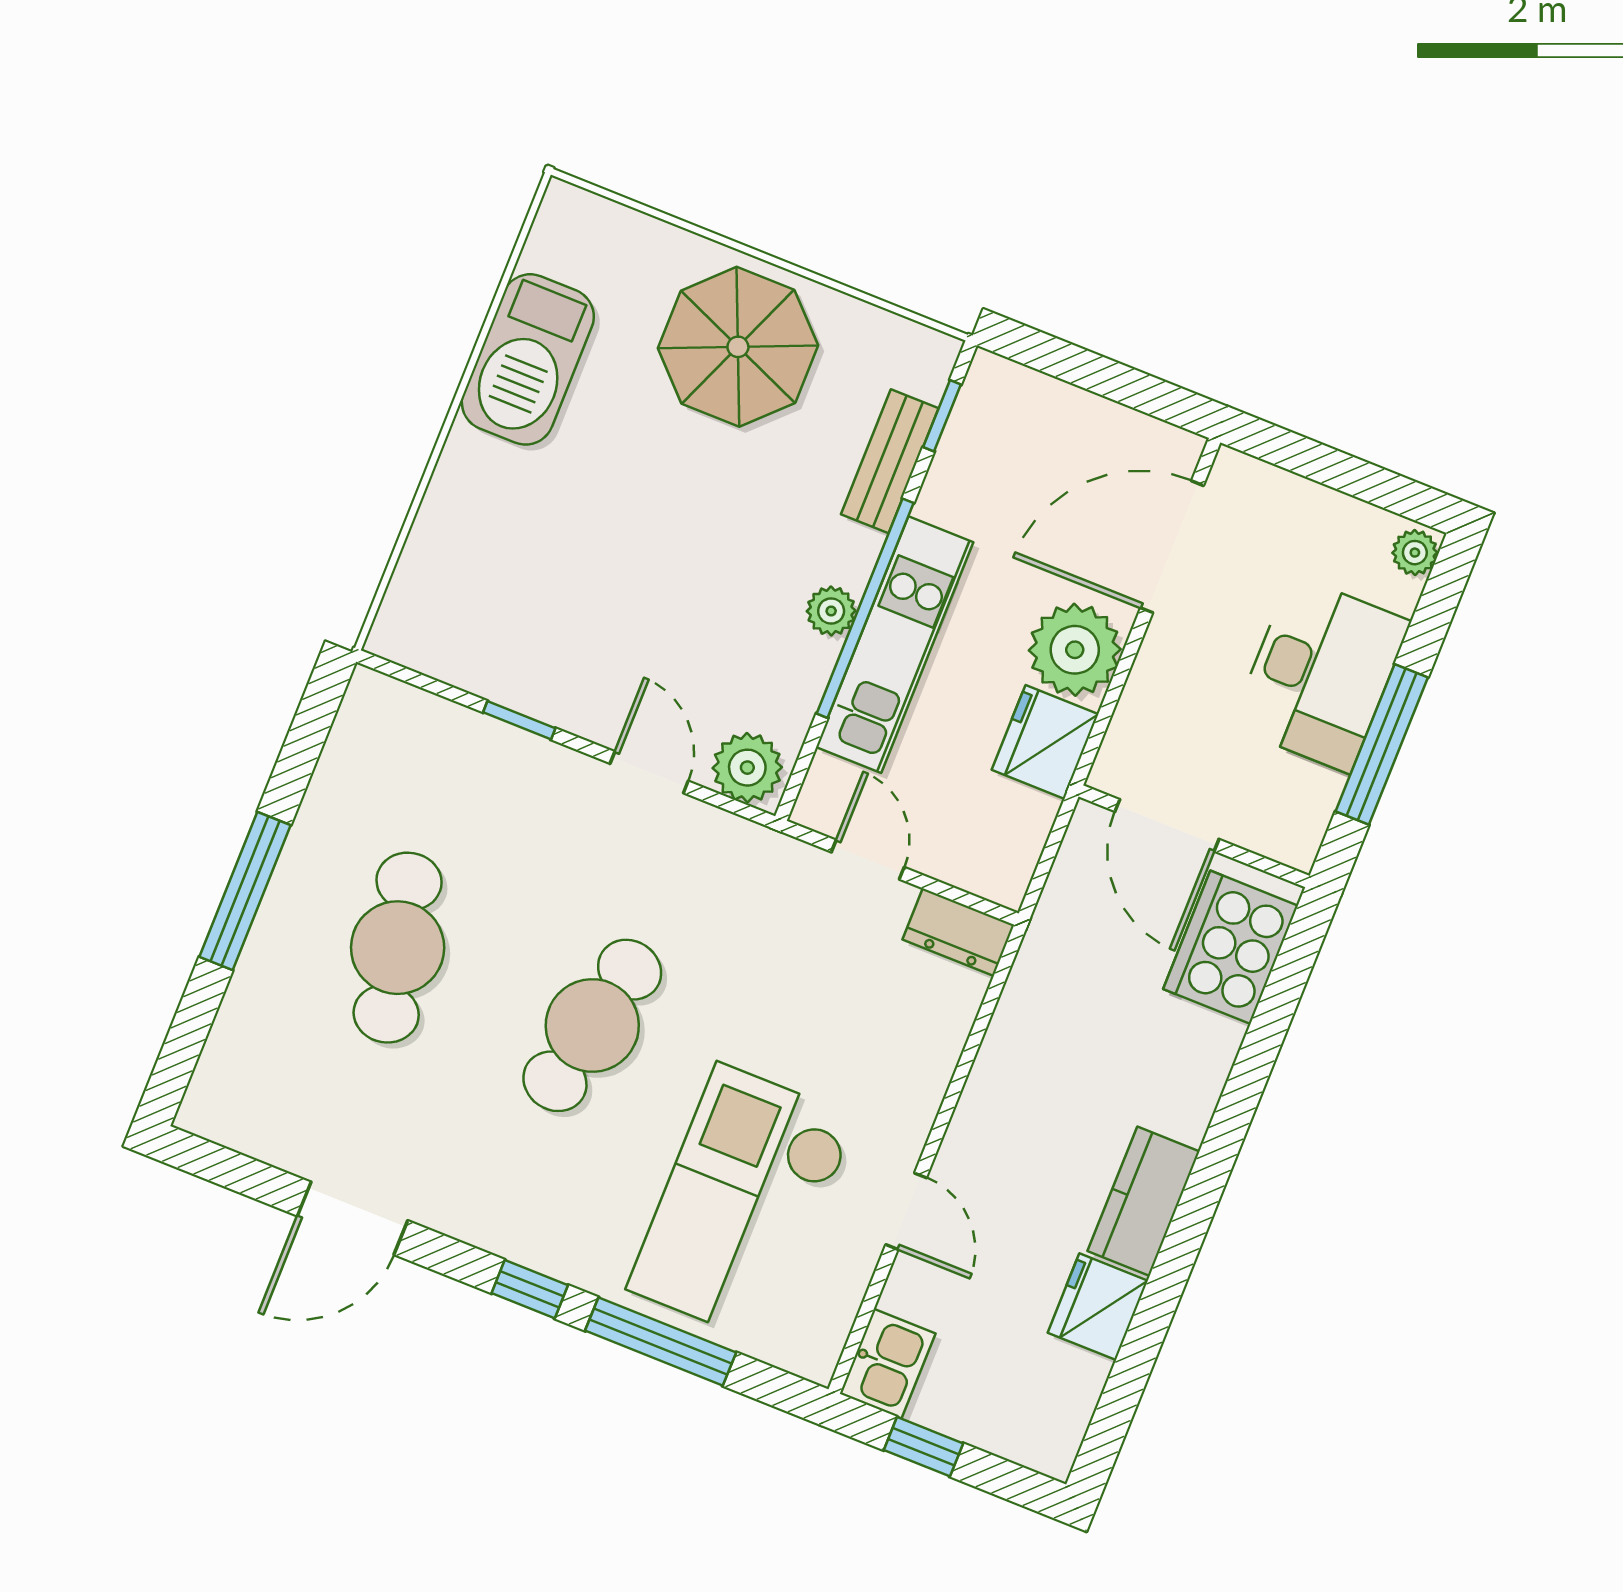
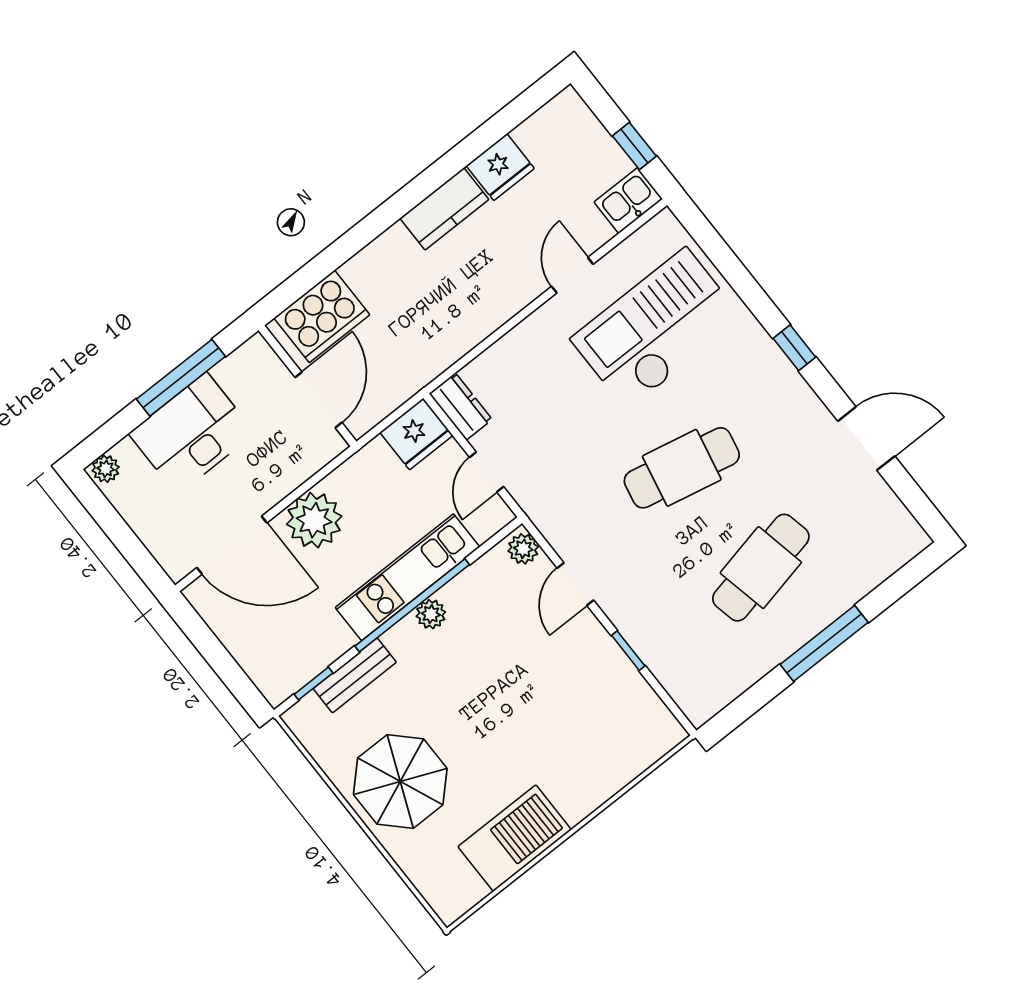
fridge: (1045, 742) -> (416, 434), moved
plant: (747, 768) -> (523, 549), width x0.73, depth x0.73
checkout: (742, 1203) -> (657, 329), turned 180
window: (661, 1342) -> (741, 281), removed

